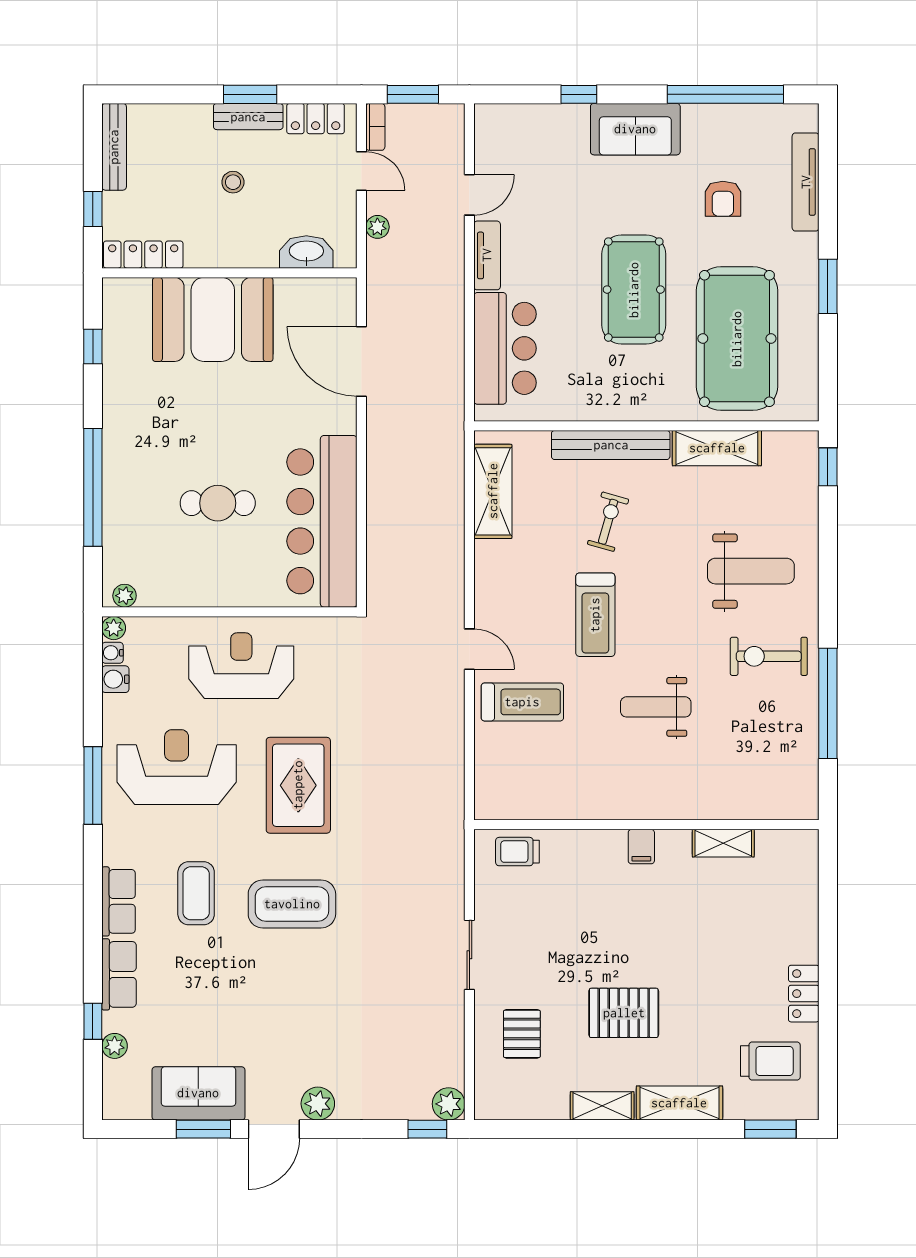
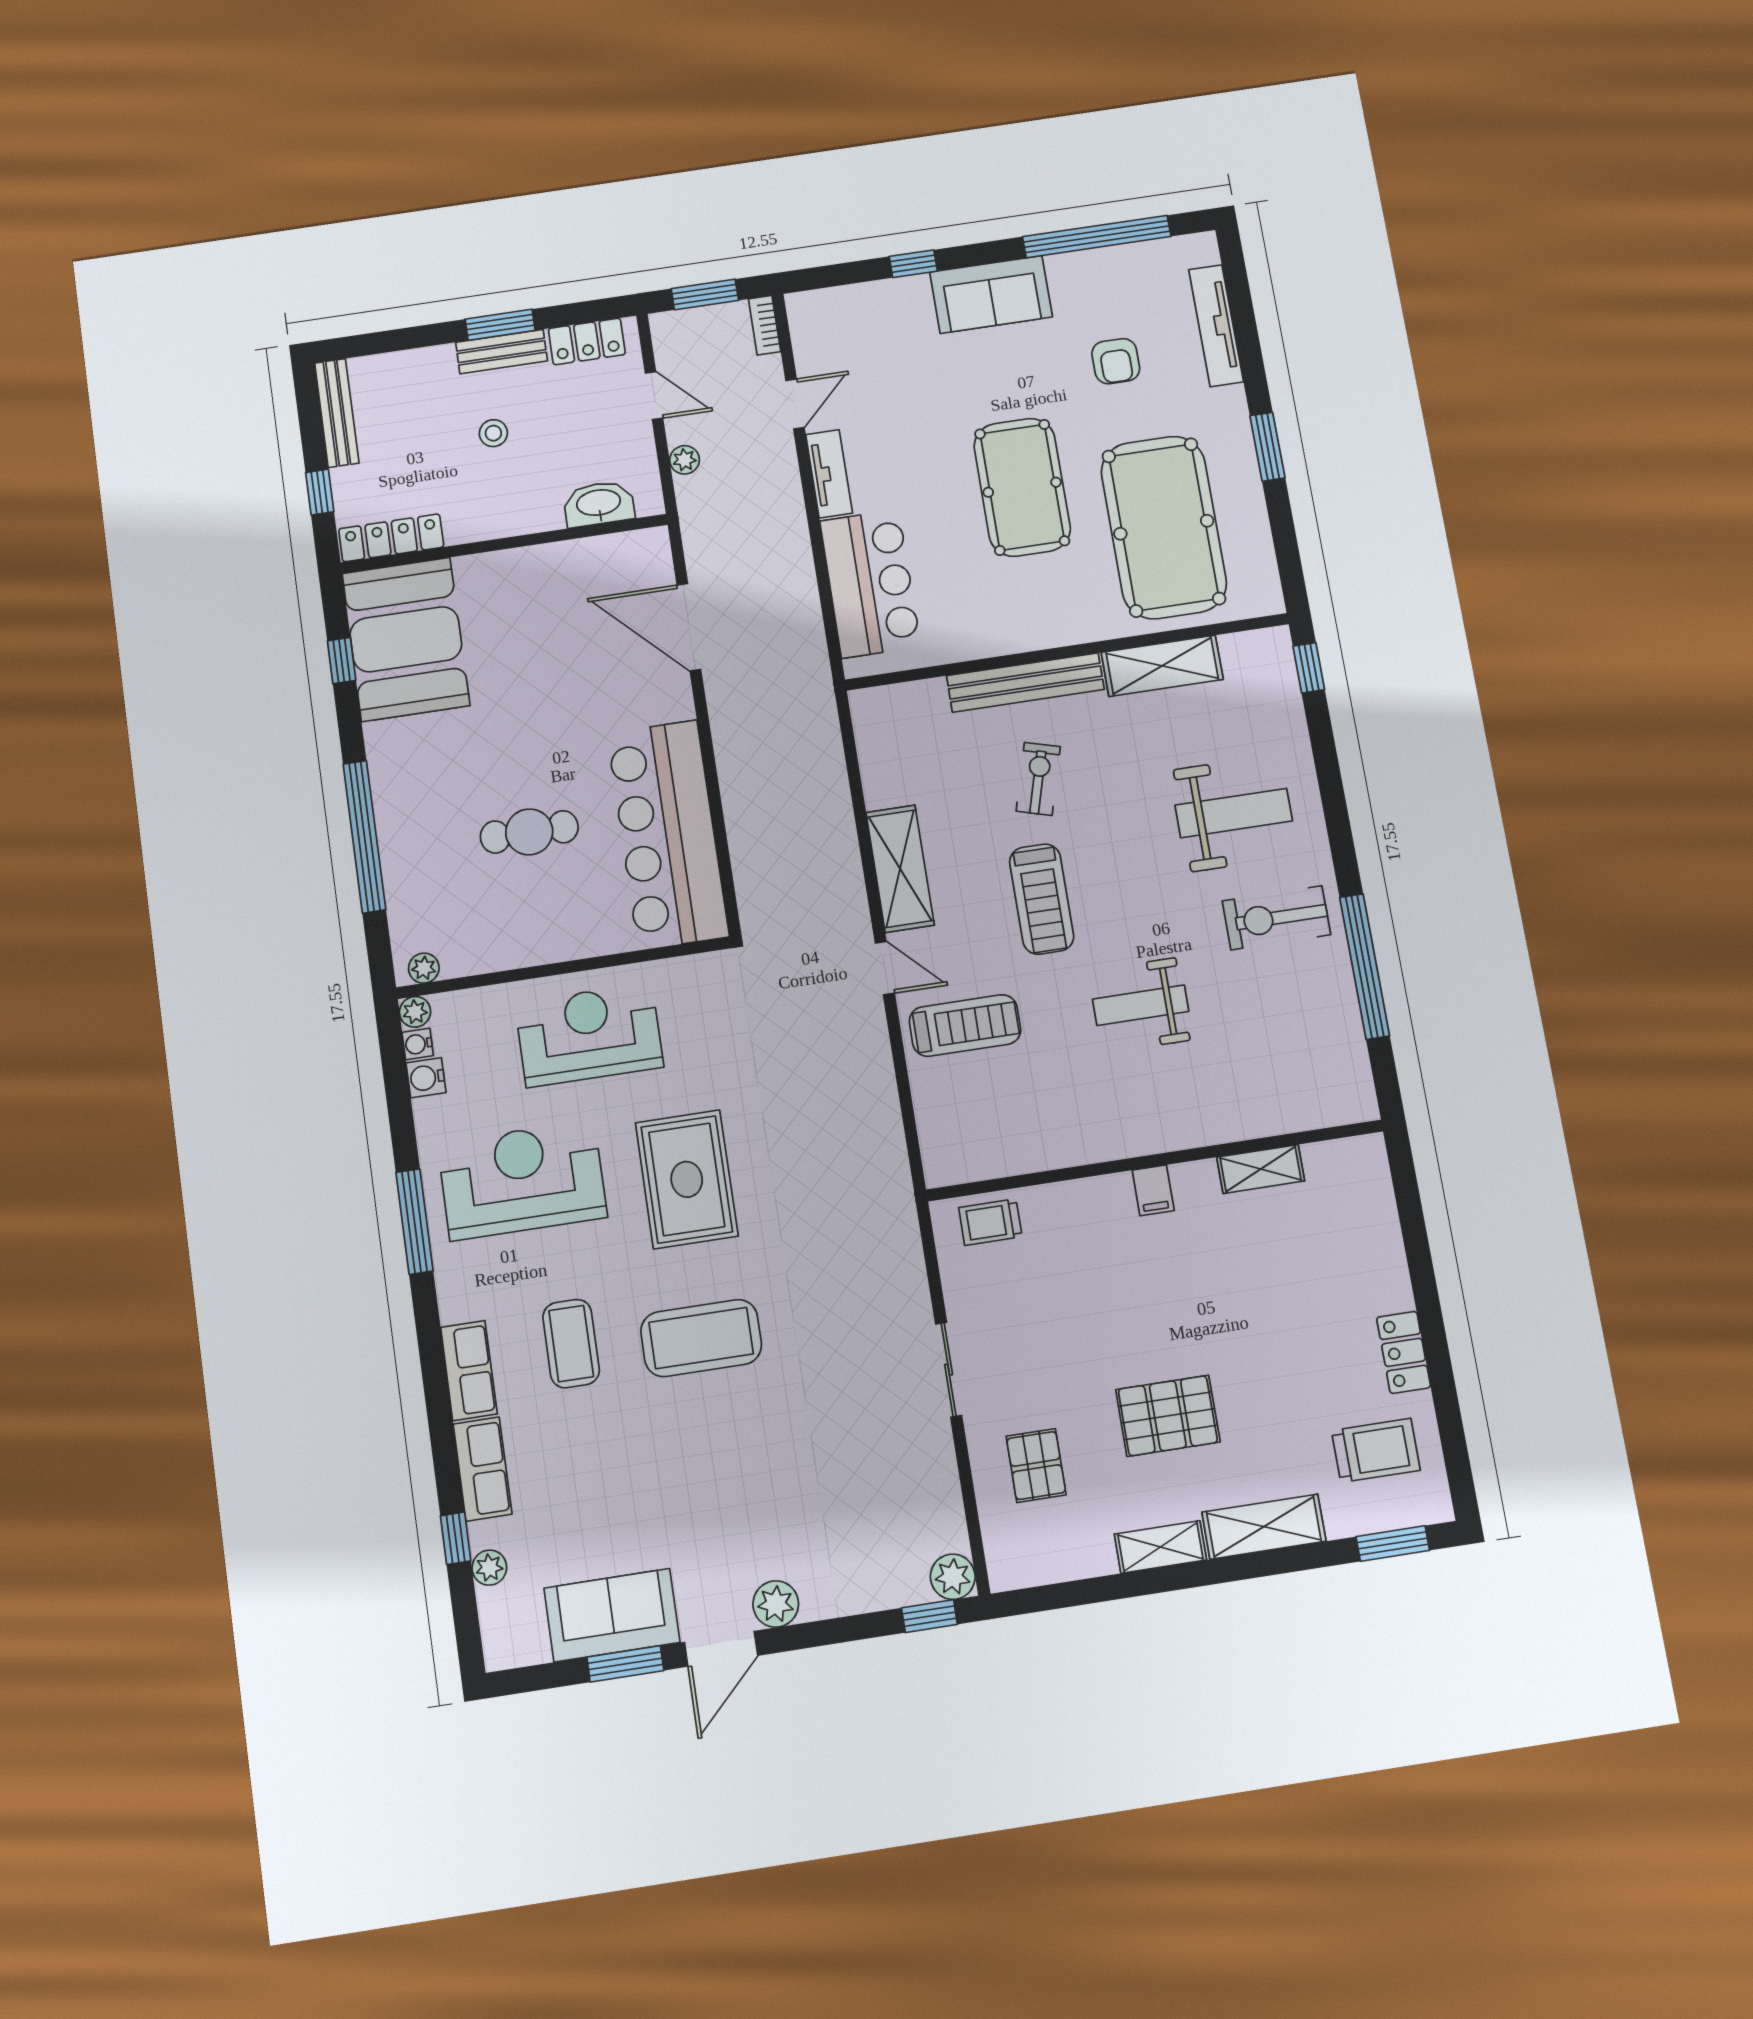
bookcase: (375, 127) -> (765, 325), moved, turned 180
booth: (213, 319) -> (406, 639), moved, turned 90
shelving: (493, 491) -> (900, 869), moved

